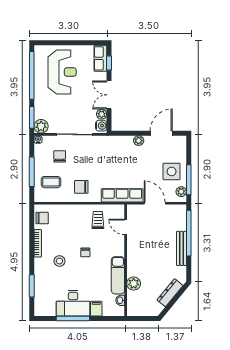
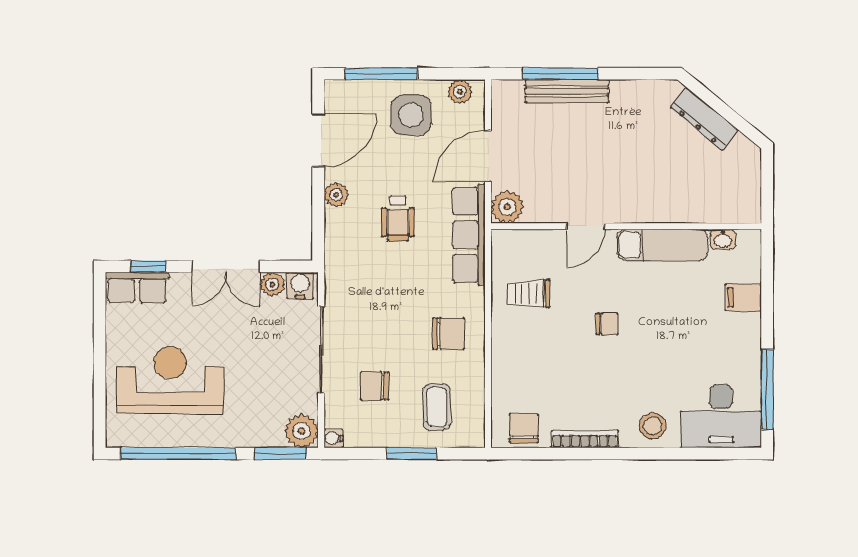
door: (161, 133) -> (318, 140), swing flipped
wheelchair: (129, 166) -> (398, 219), added
window: (32, 172) -> (412, 454), width x0.69
window: (189, 180) -> (381, 74), moved
chair: (81, 187) -> (448, 334), turned -90
door: (126, 227) -> (586, 226), moved
window: (189, 233) -> (560, 74), width x0.68
bench: (181, 248) -> (567, 91), moved
stool: (59, 261) -> (653, 426), moved
plant: (134, 284) -> (507, 207), moved
window: (32, 286) -> (688, 454), removed
desk: (73, 303) -> (721, 416), moved, turned 90
window: (73, 319) -> (767, 389), moved

